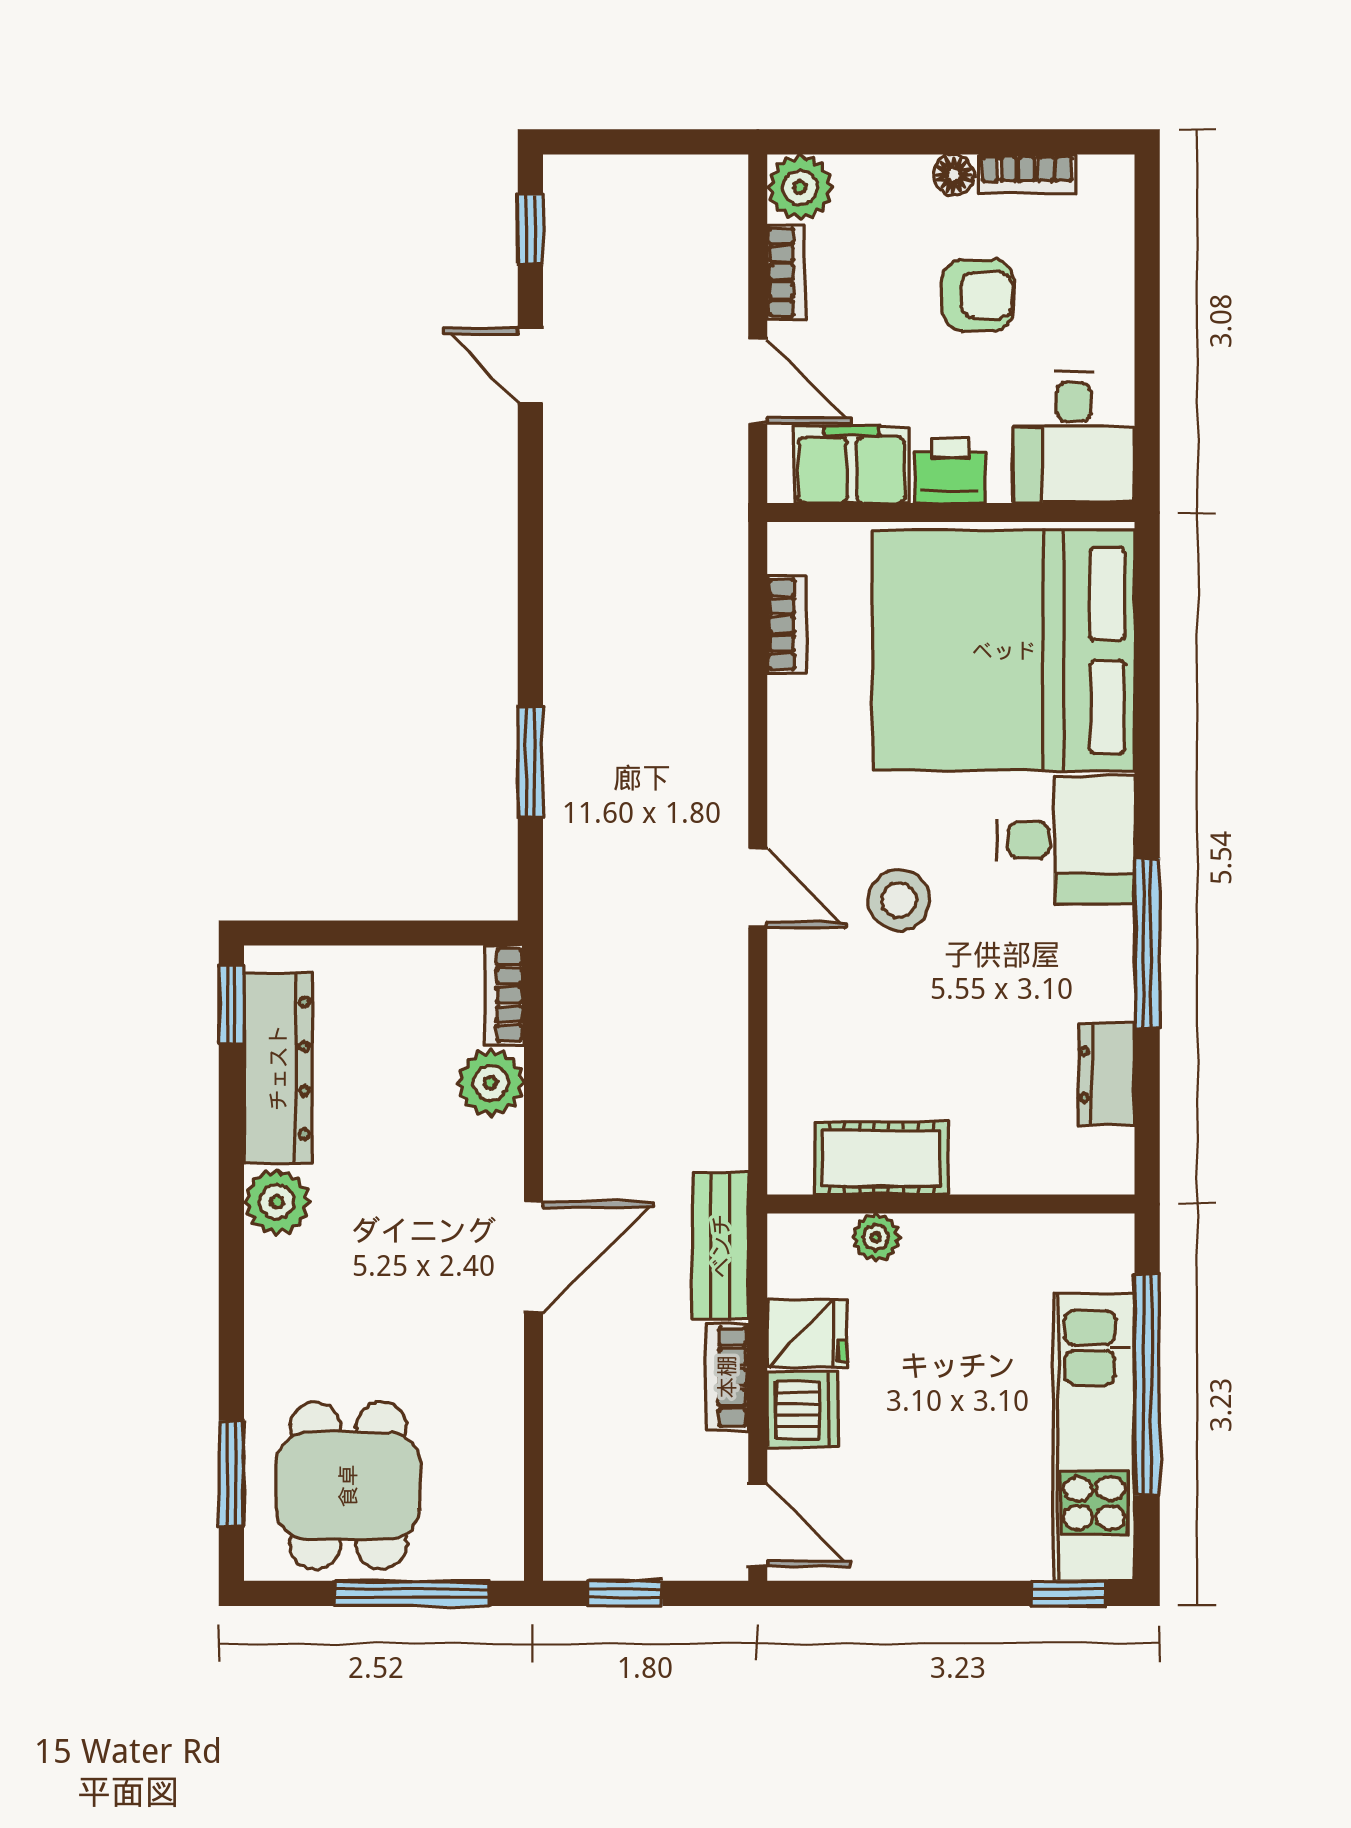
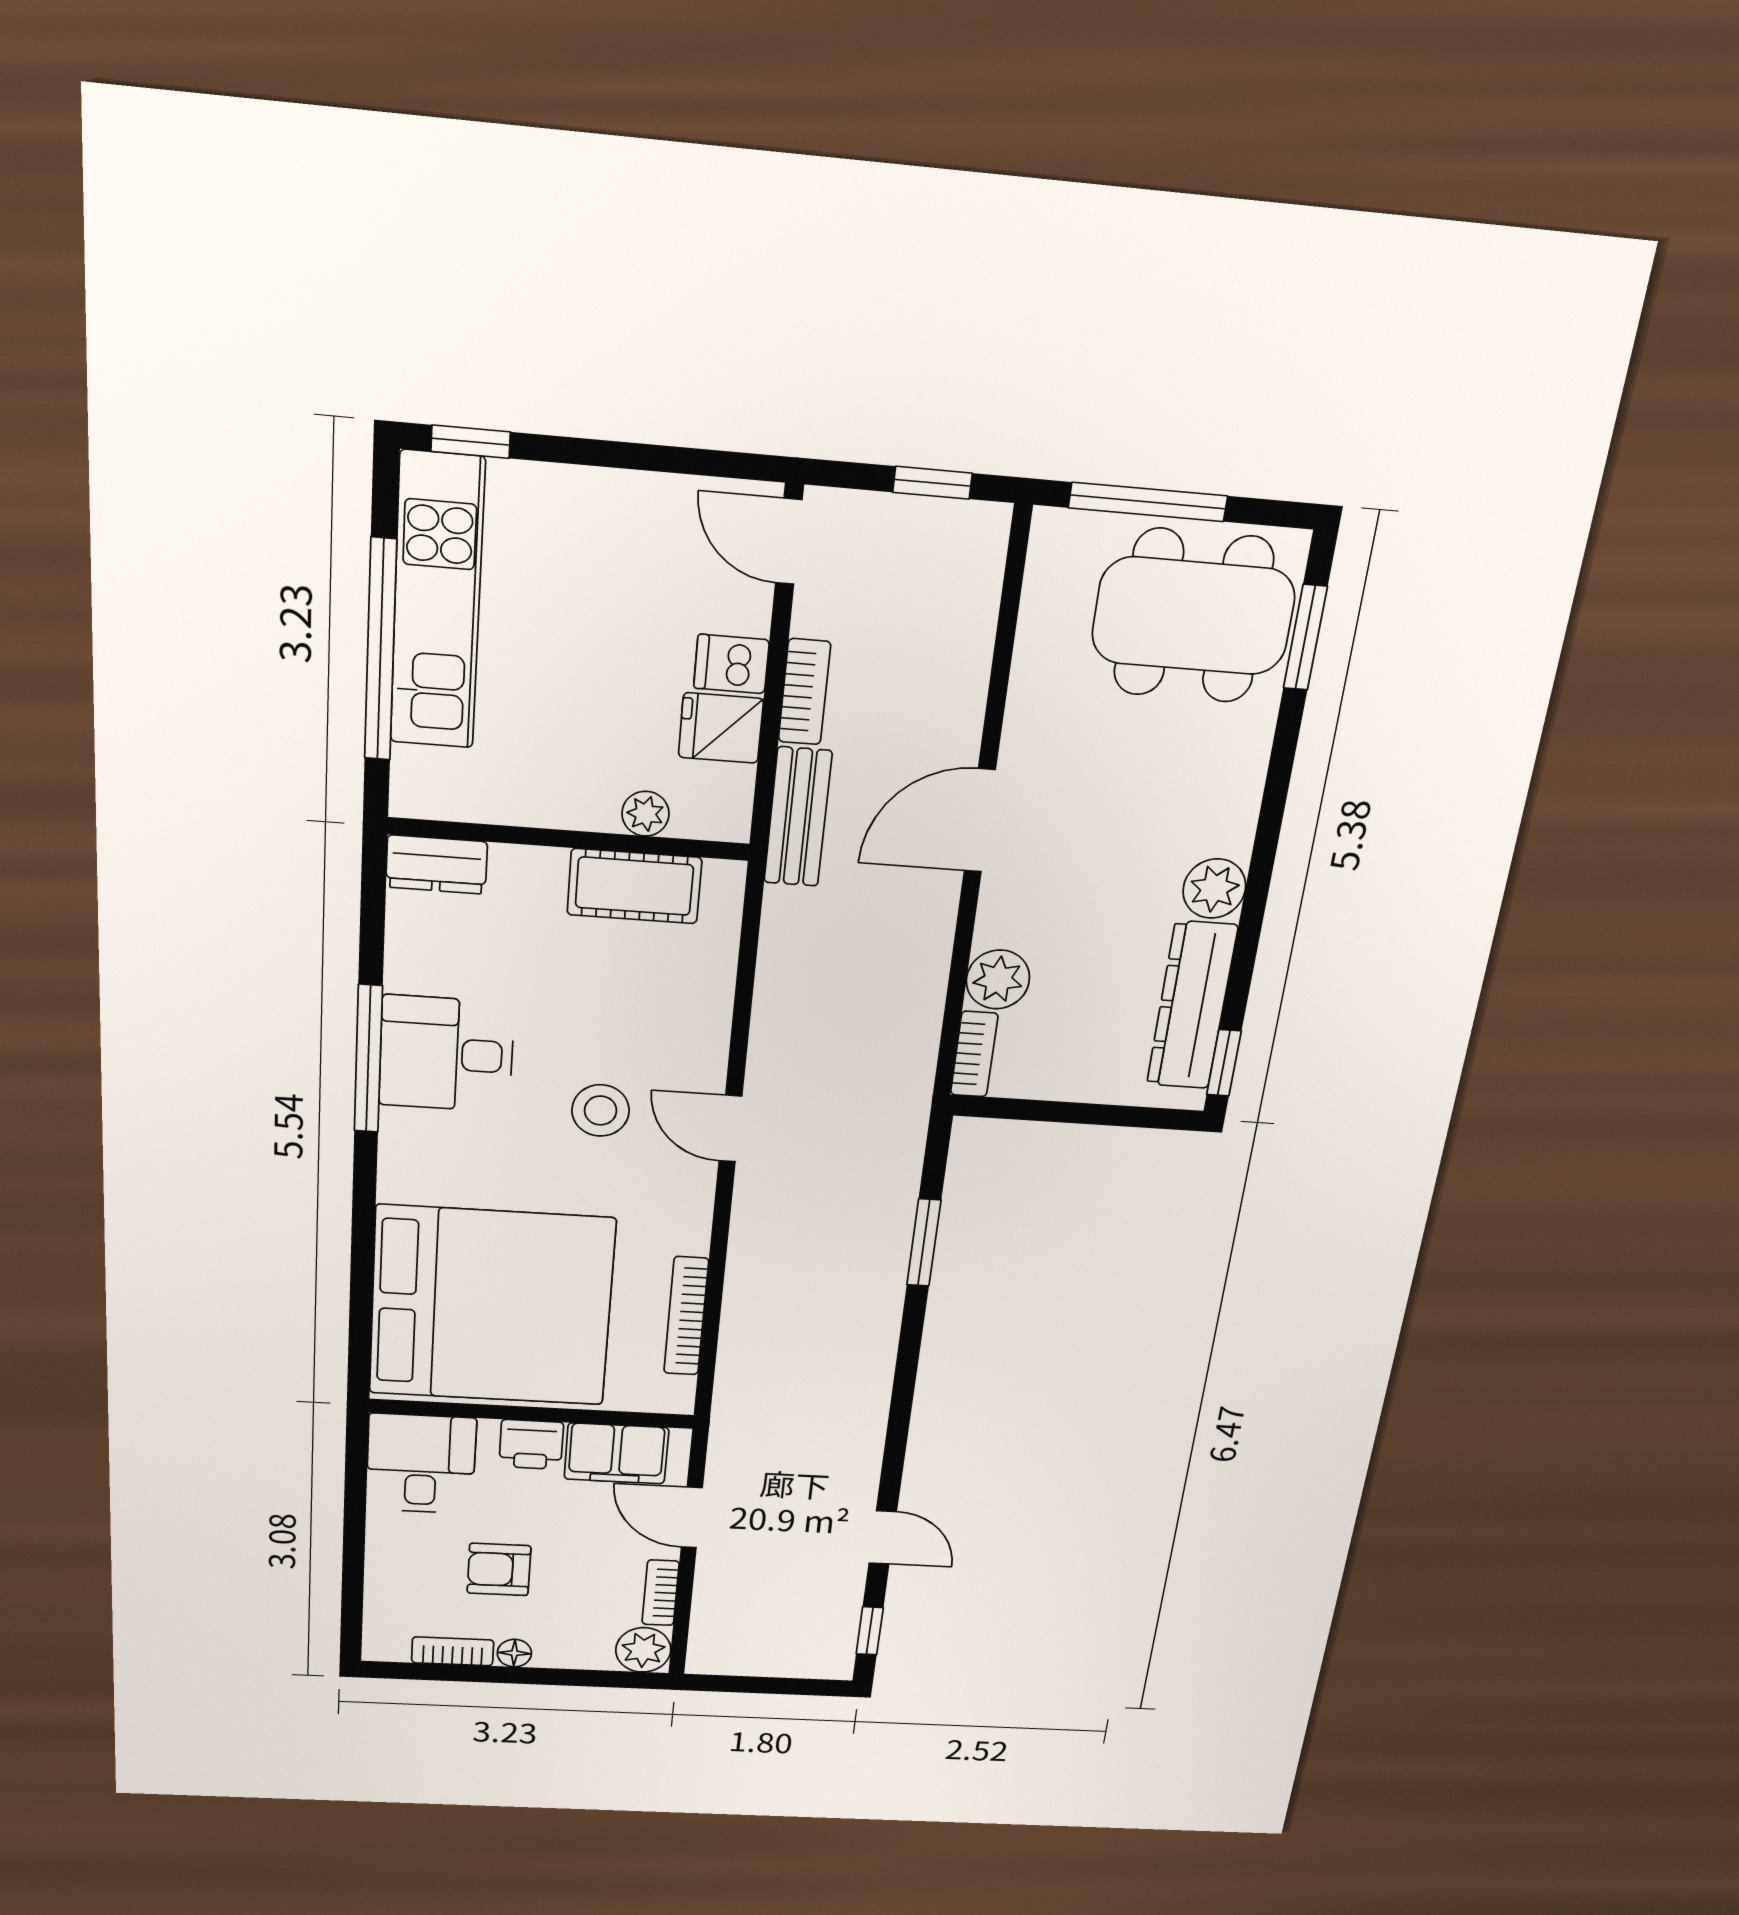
bookcase: (787, 624) -> (686, 1316), width x1.56
desk: (1066, 840) -> (446, 1054), moved
dresser: (1106, 1074) -> (437, 865), moved, turned 90
dishwasher: (803, 1410) -> (731, 664), width x0.73
dining table: (348, 1486) -> (1193, 616), width x1.38

